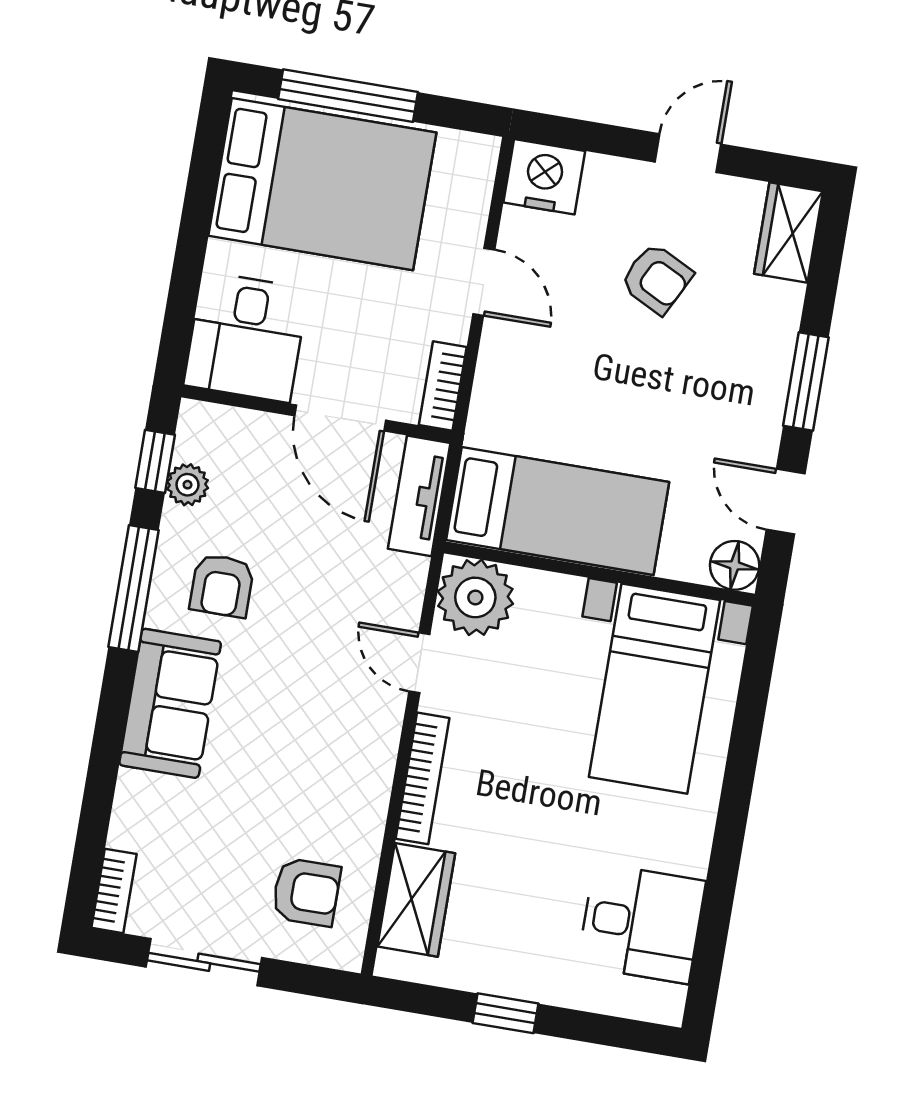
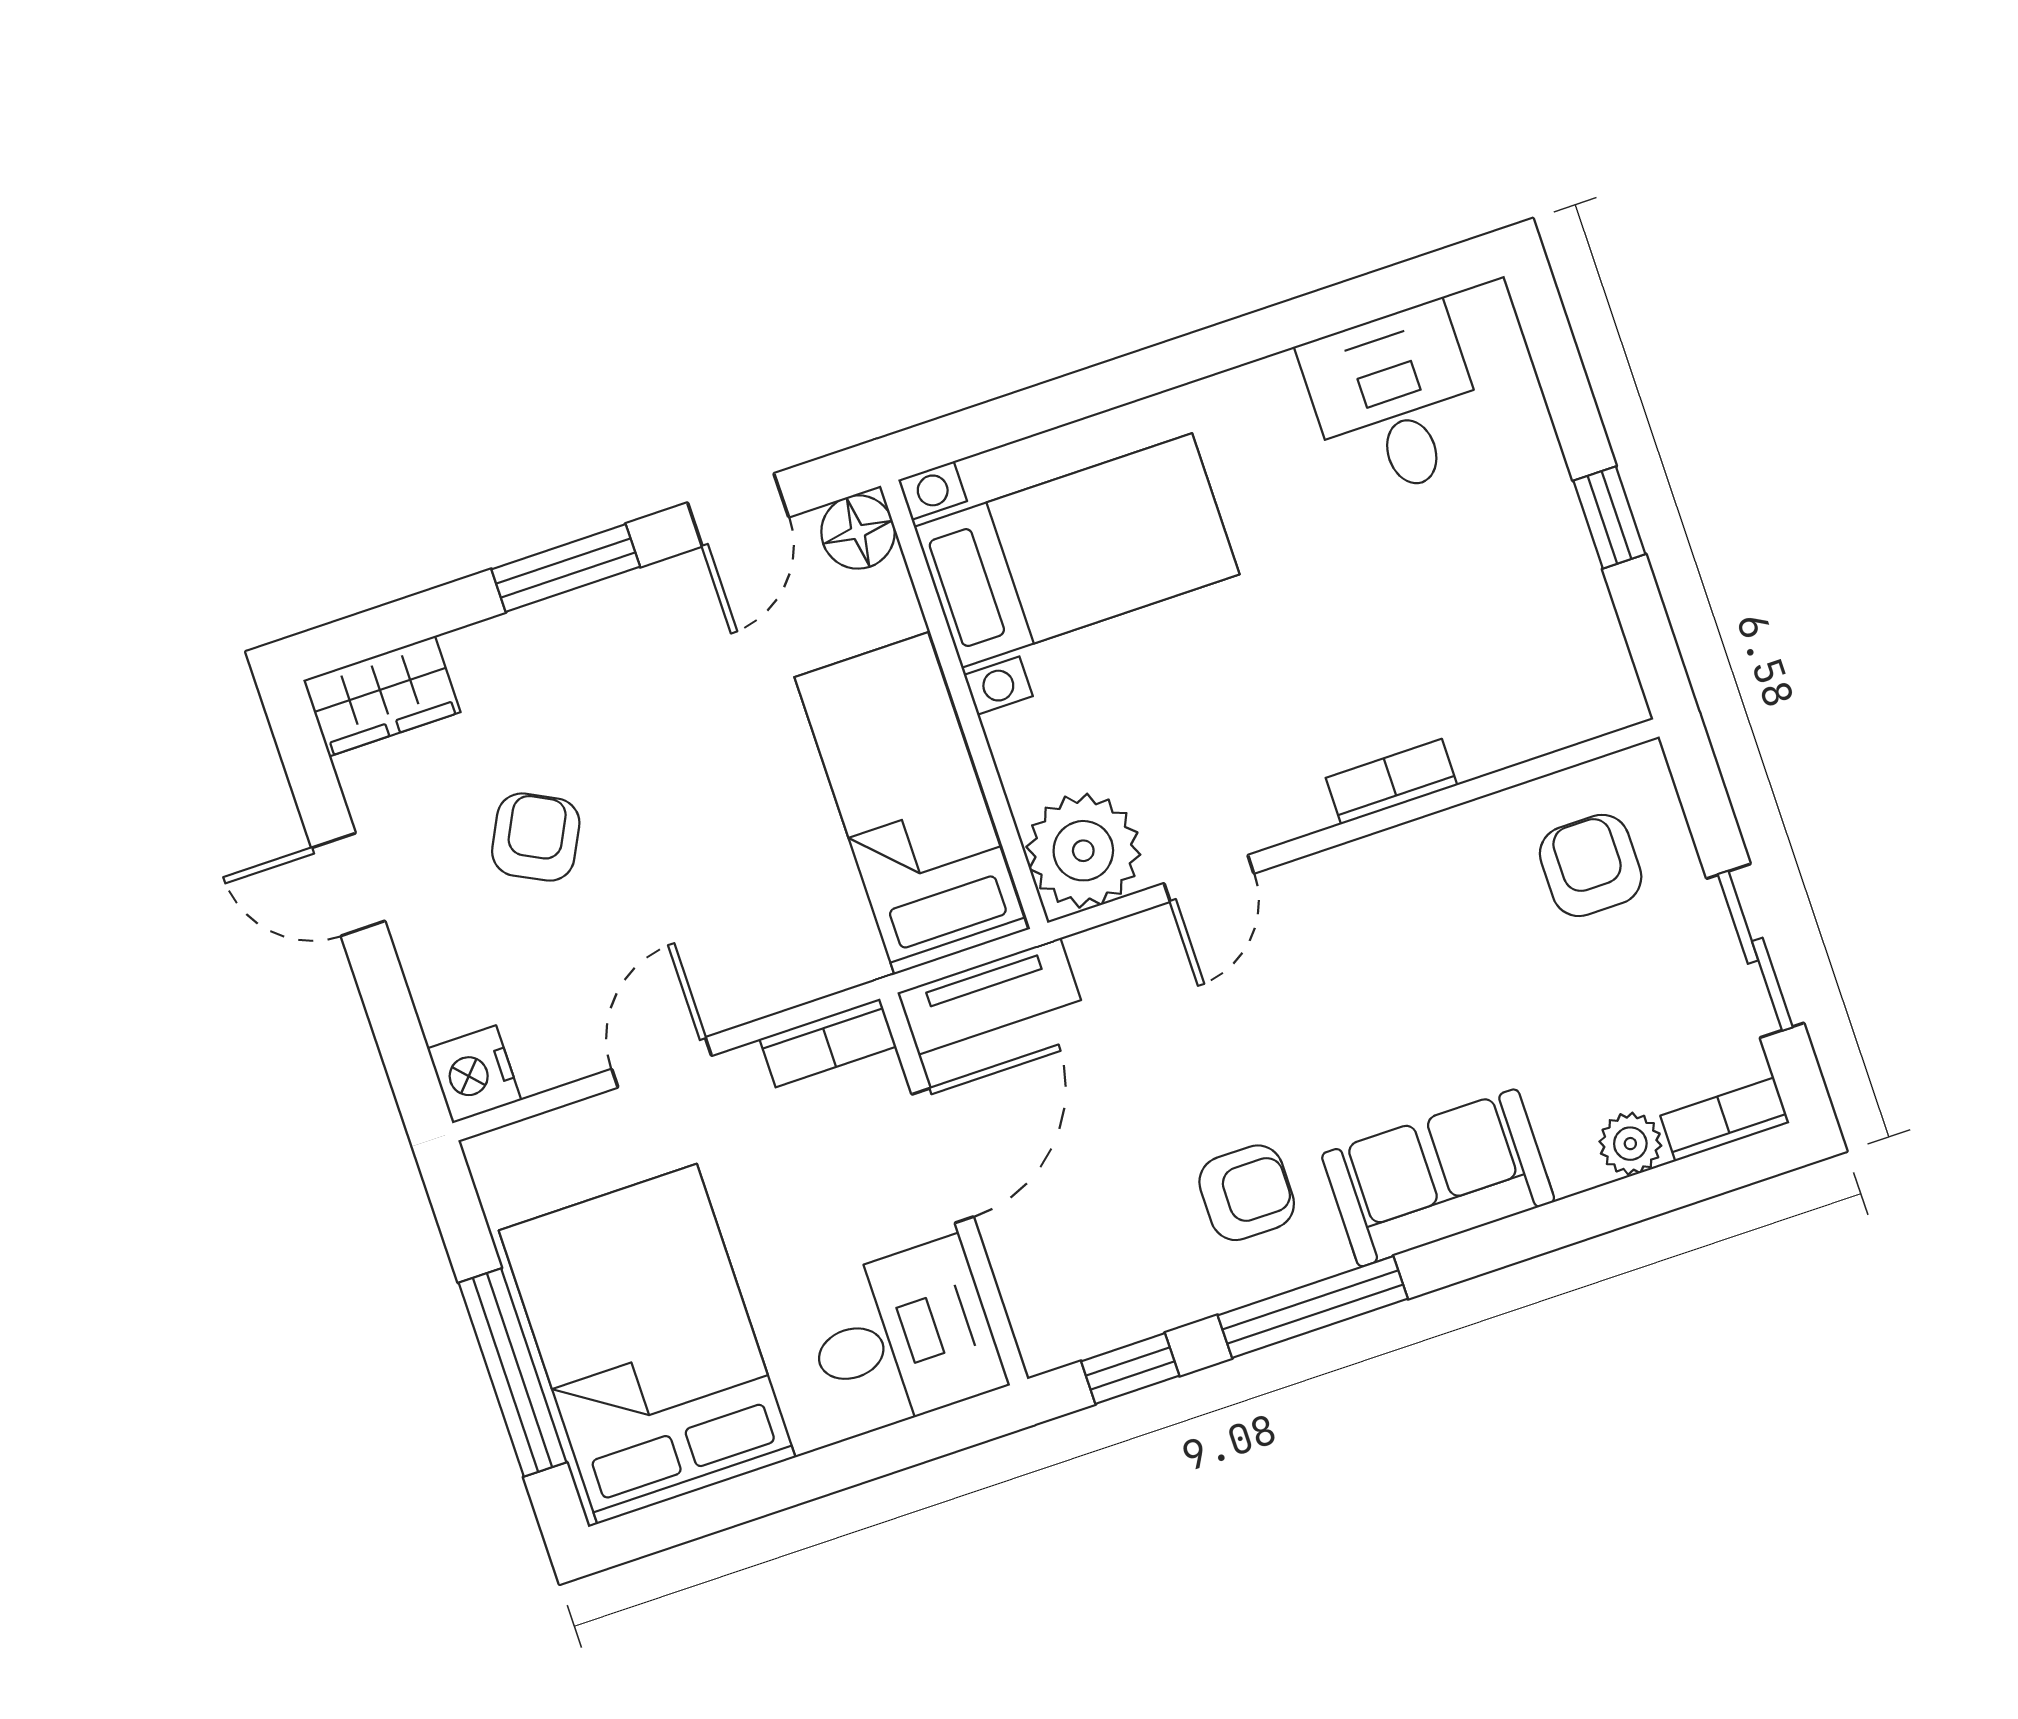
nightstand: (544, 177) -> (474, 1074), width x0.74, depth x0.75
plant: (187, 485) -> (1630, 1144), moved
bookcase: (423, 778) -> (1391, 781), width x0.64
wardrobe: (416, 900) -> (1523, 715), removed

